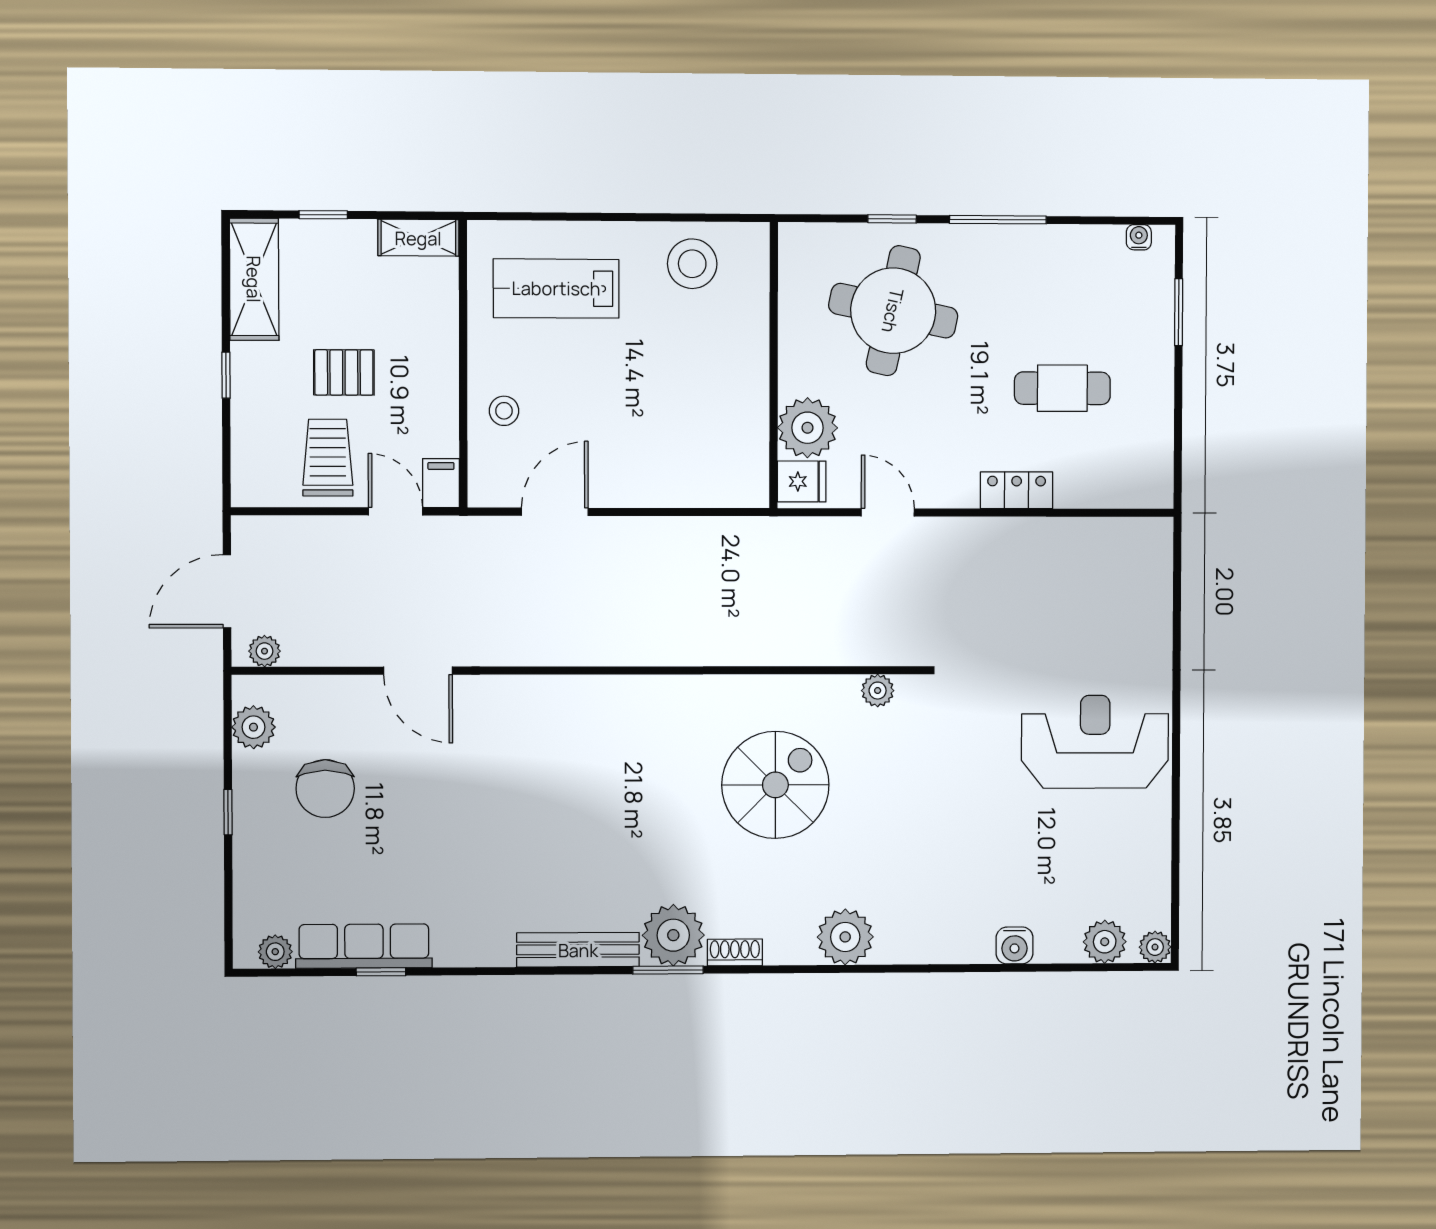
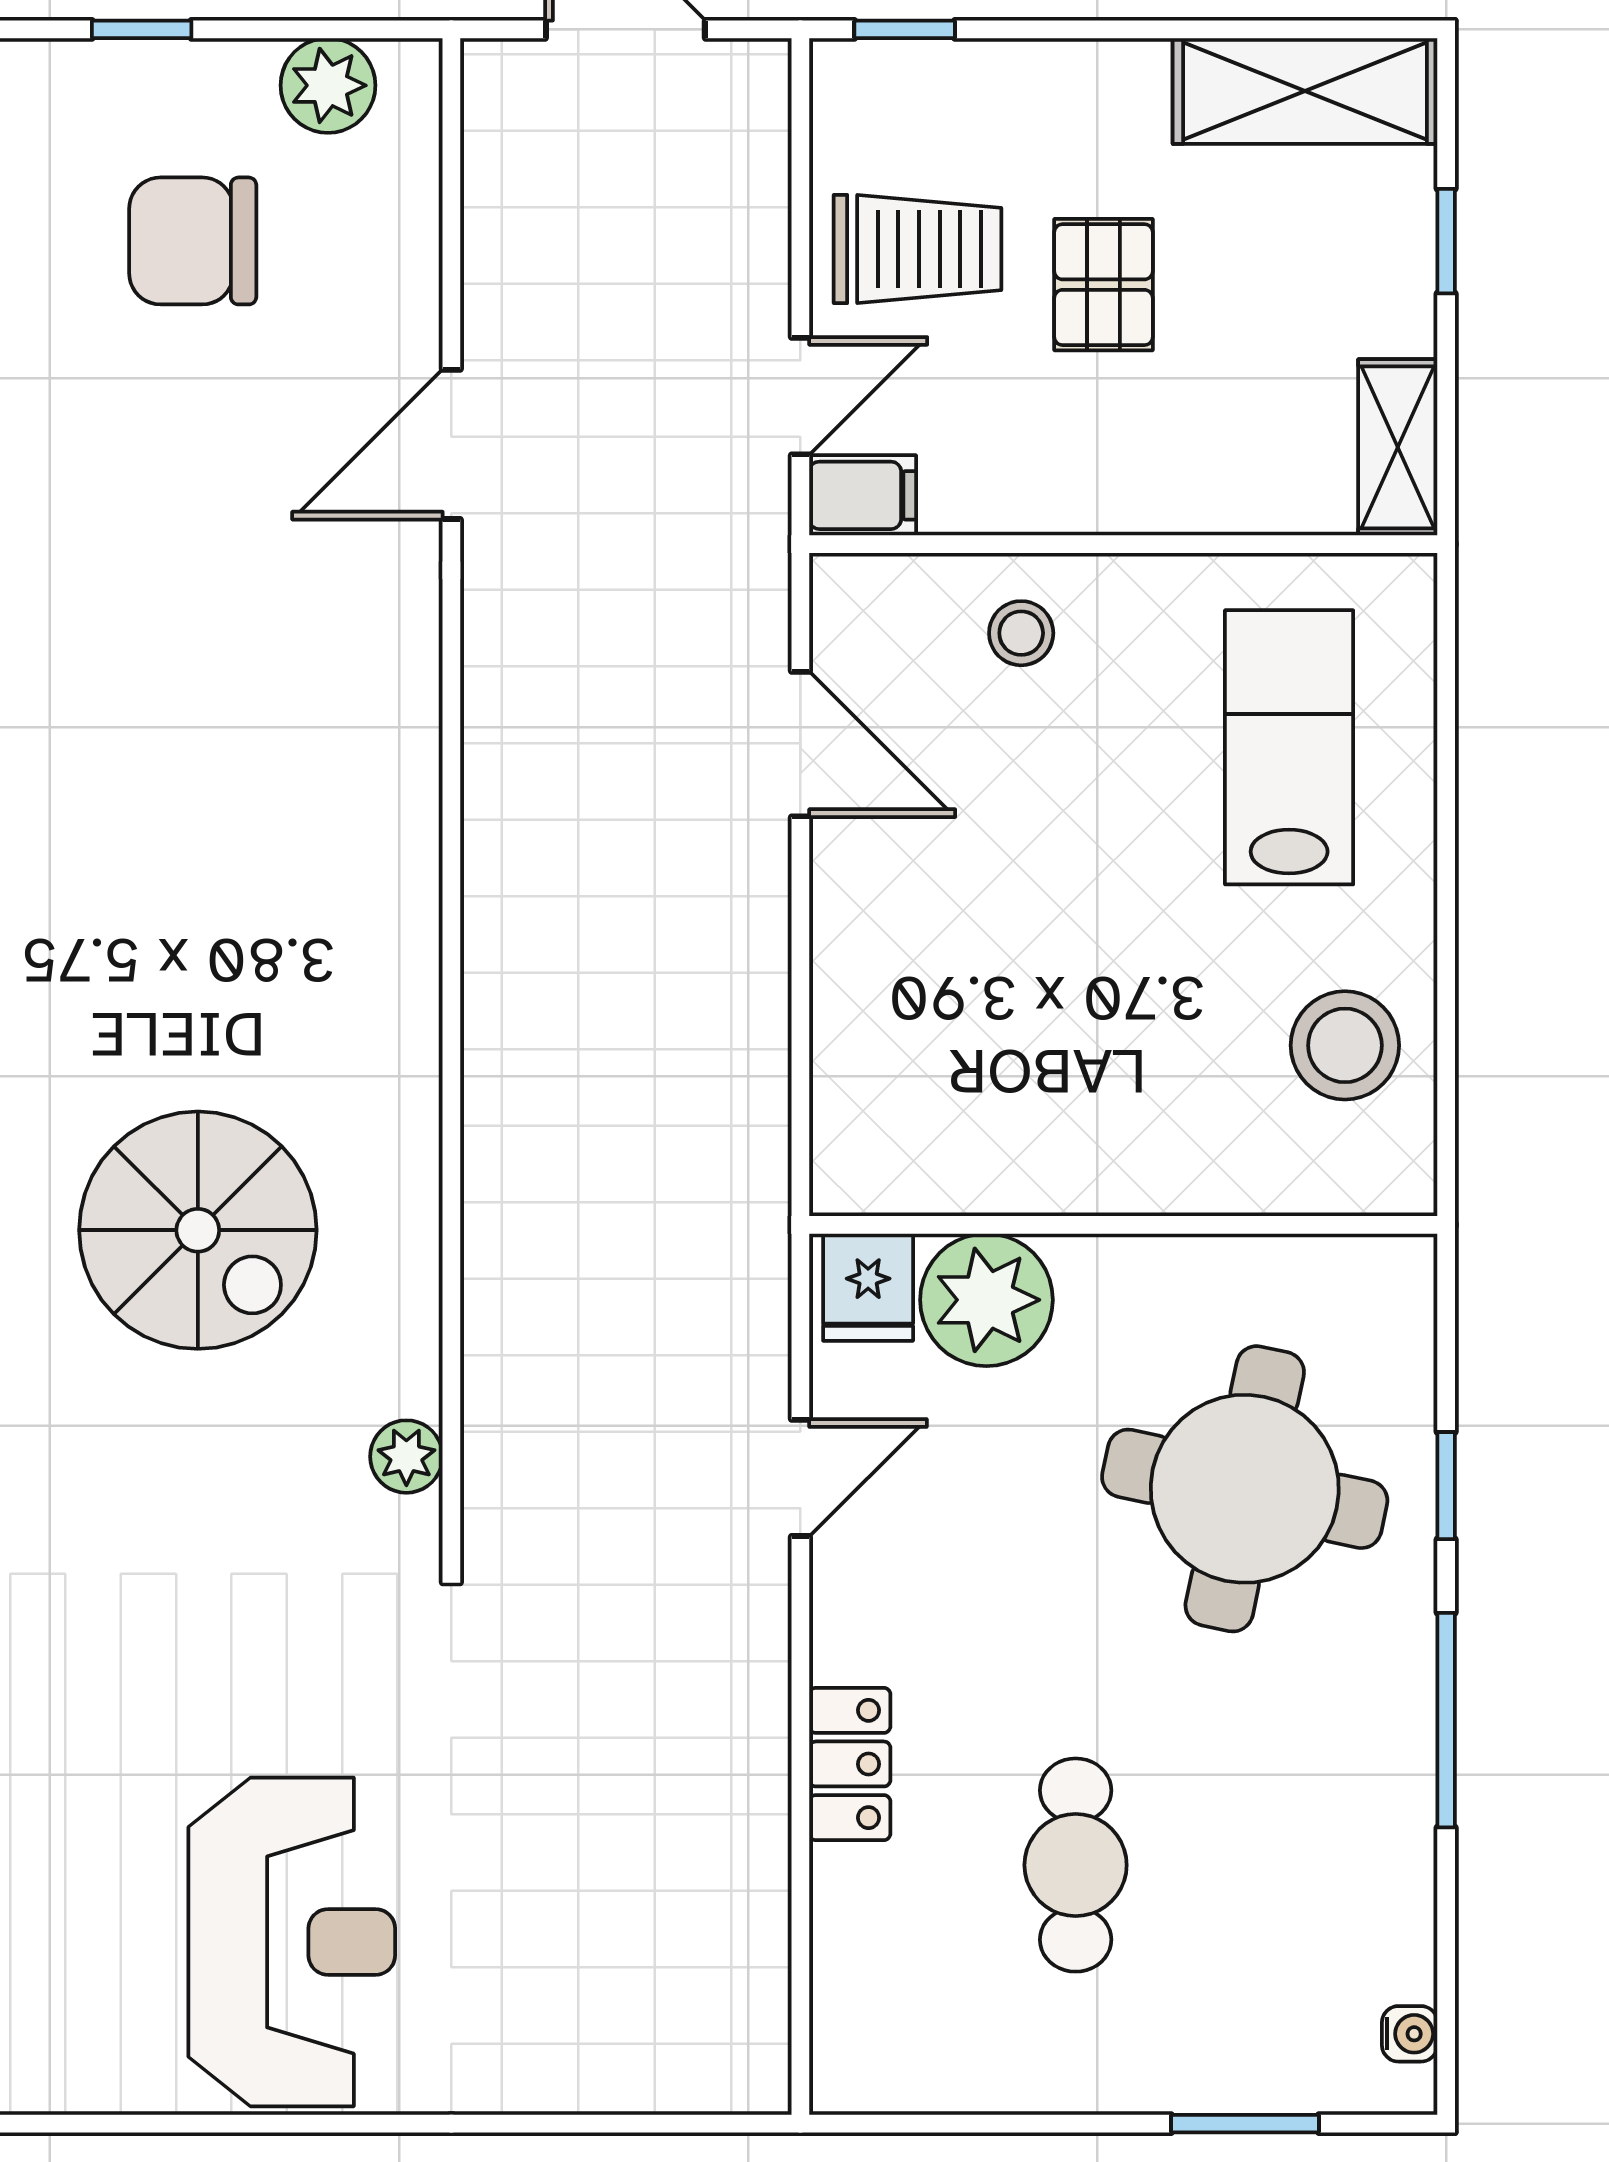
window: (226, 375) -> (905, 29), moved
plant: (264, 651) -> (495, 110), removed

